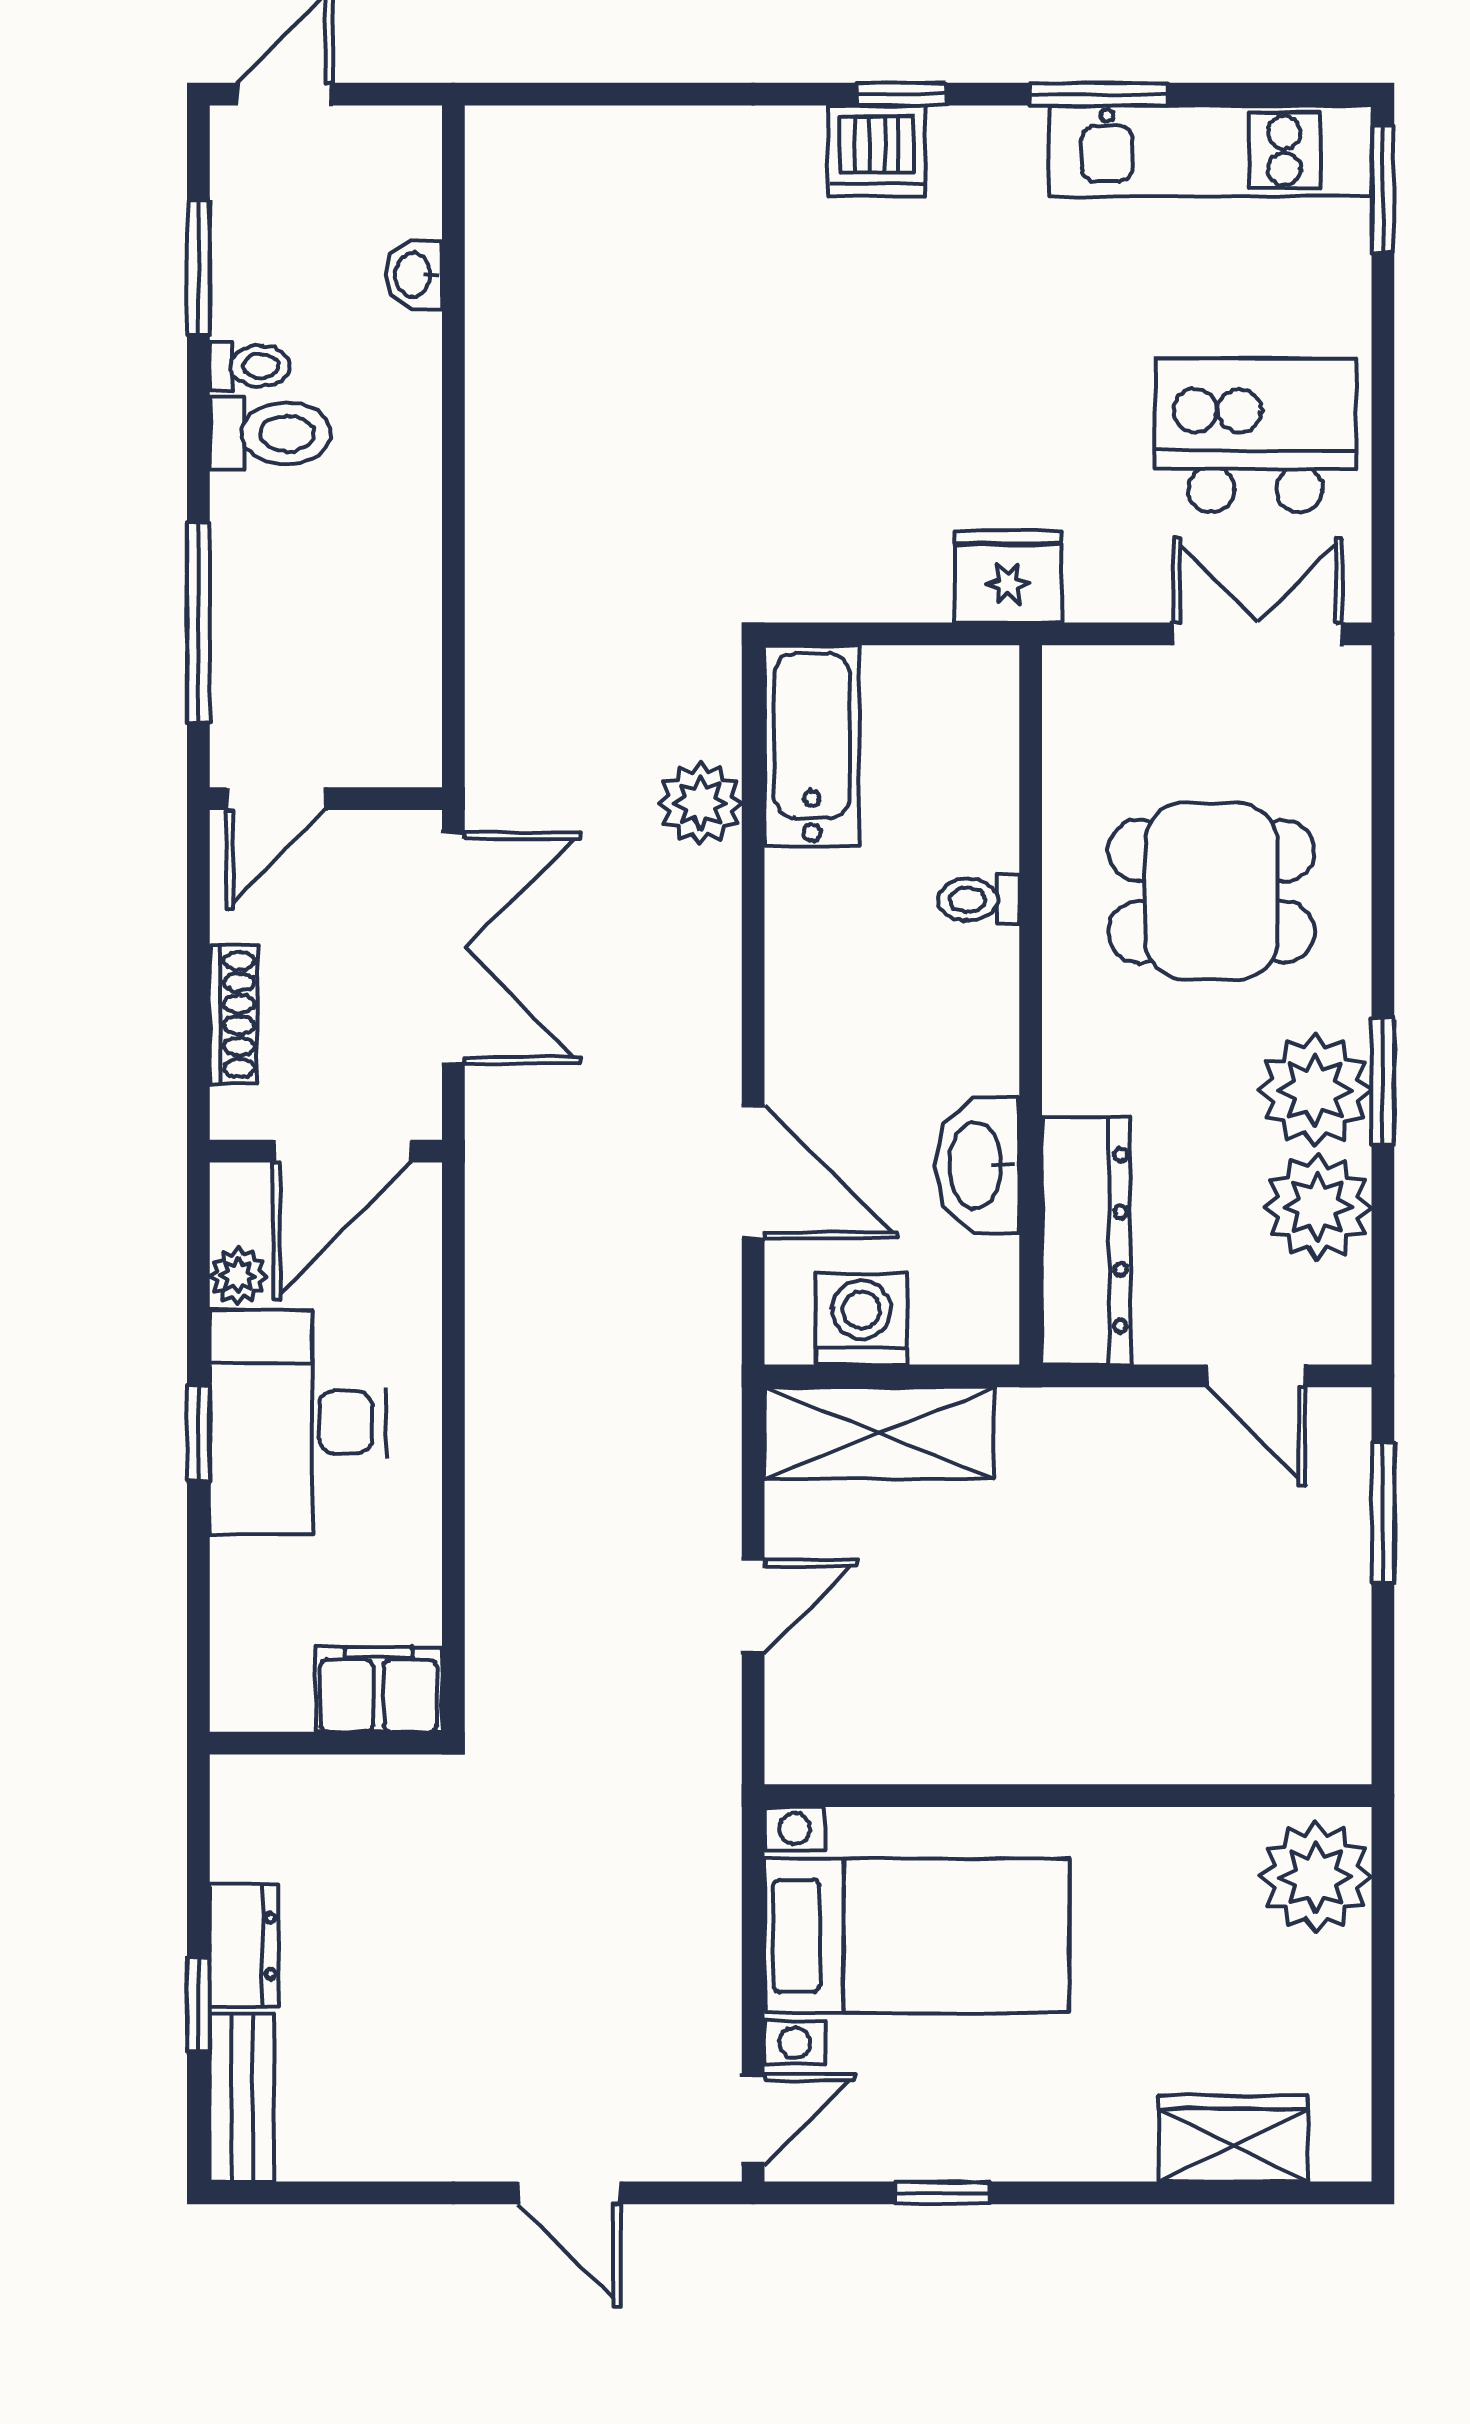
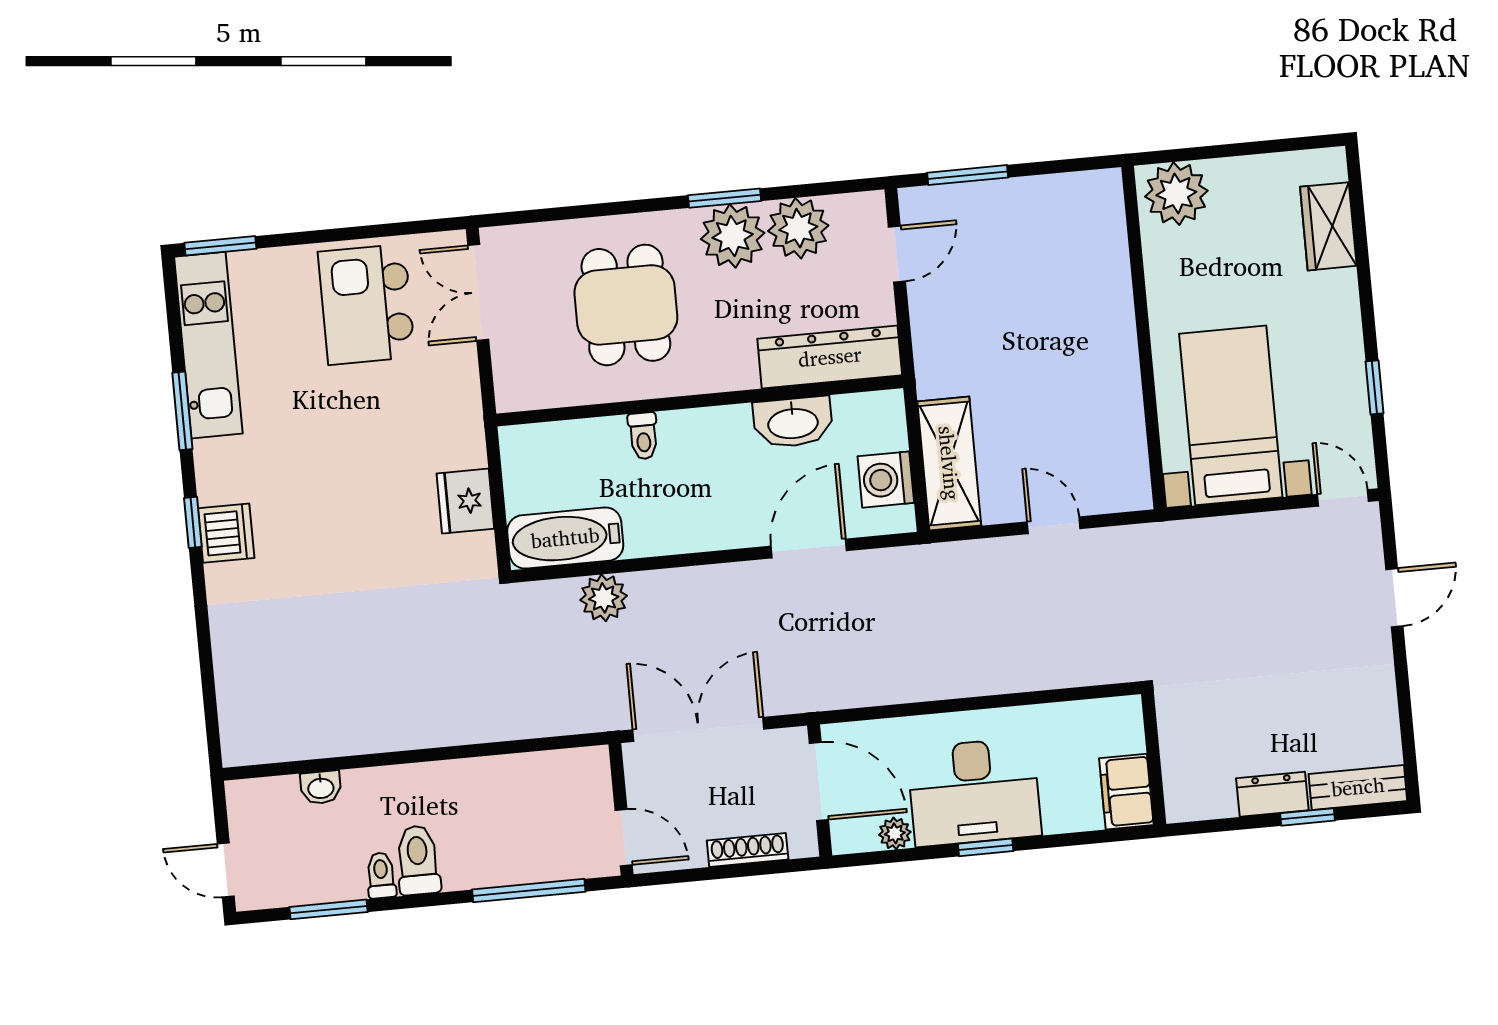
fridge: (1008, 576) -> (465, 501), moved
filing cabinet: (379, 1690) -> (1126, 792), moved

